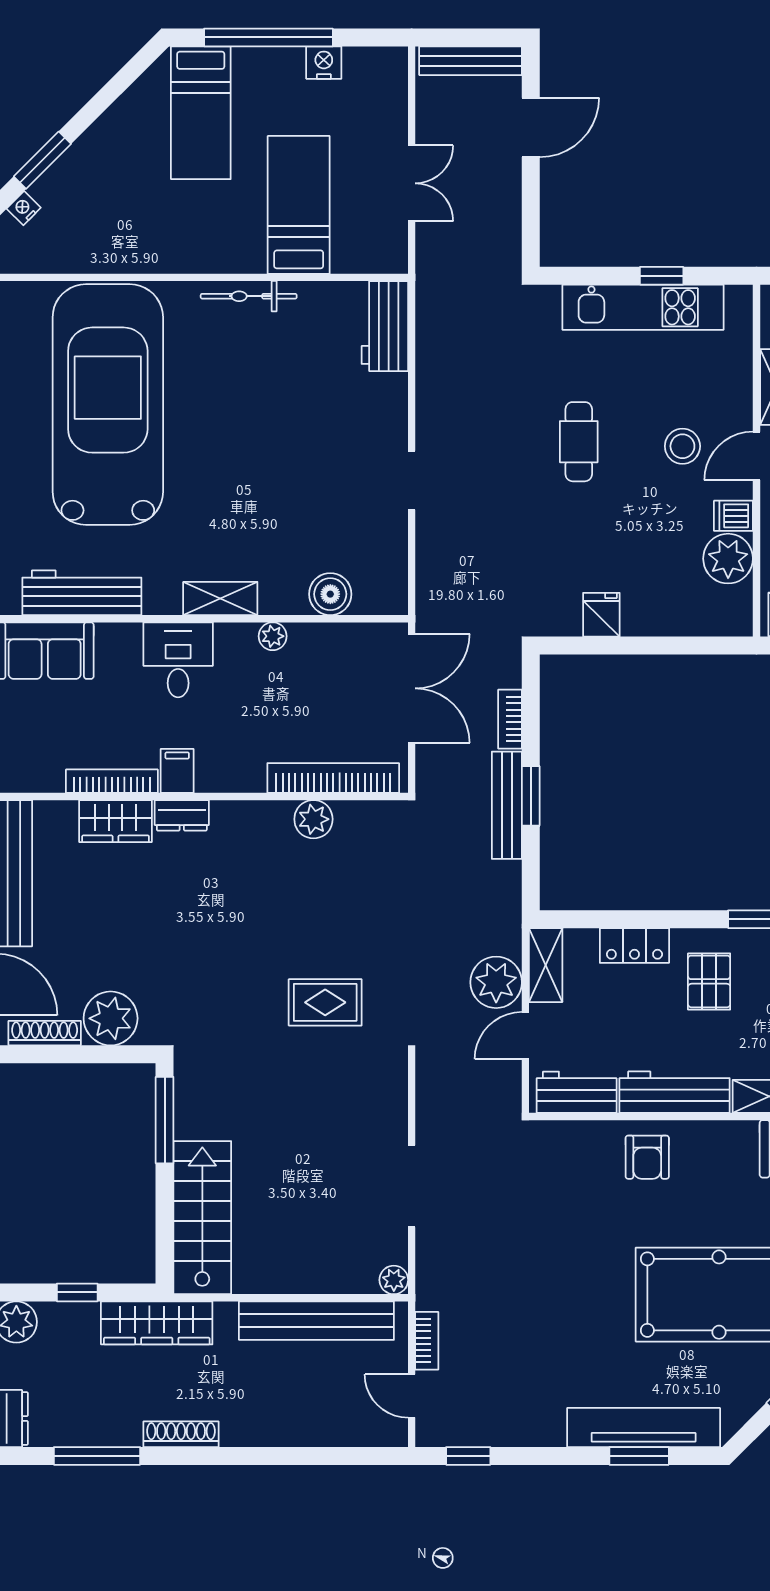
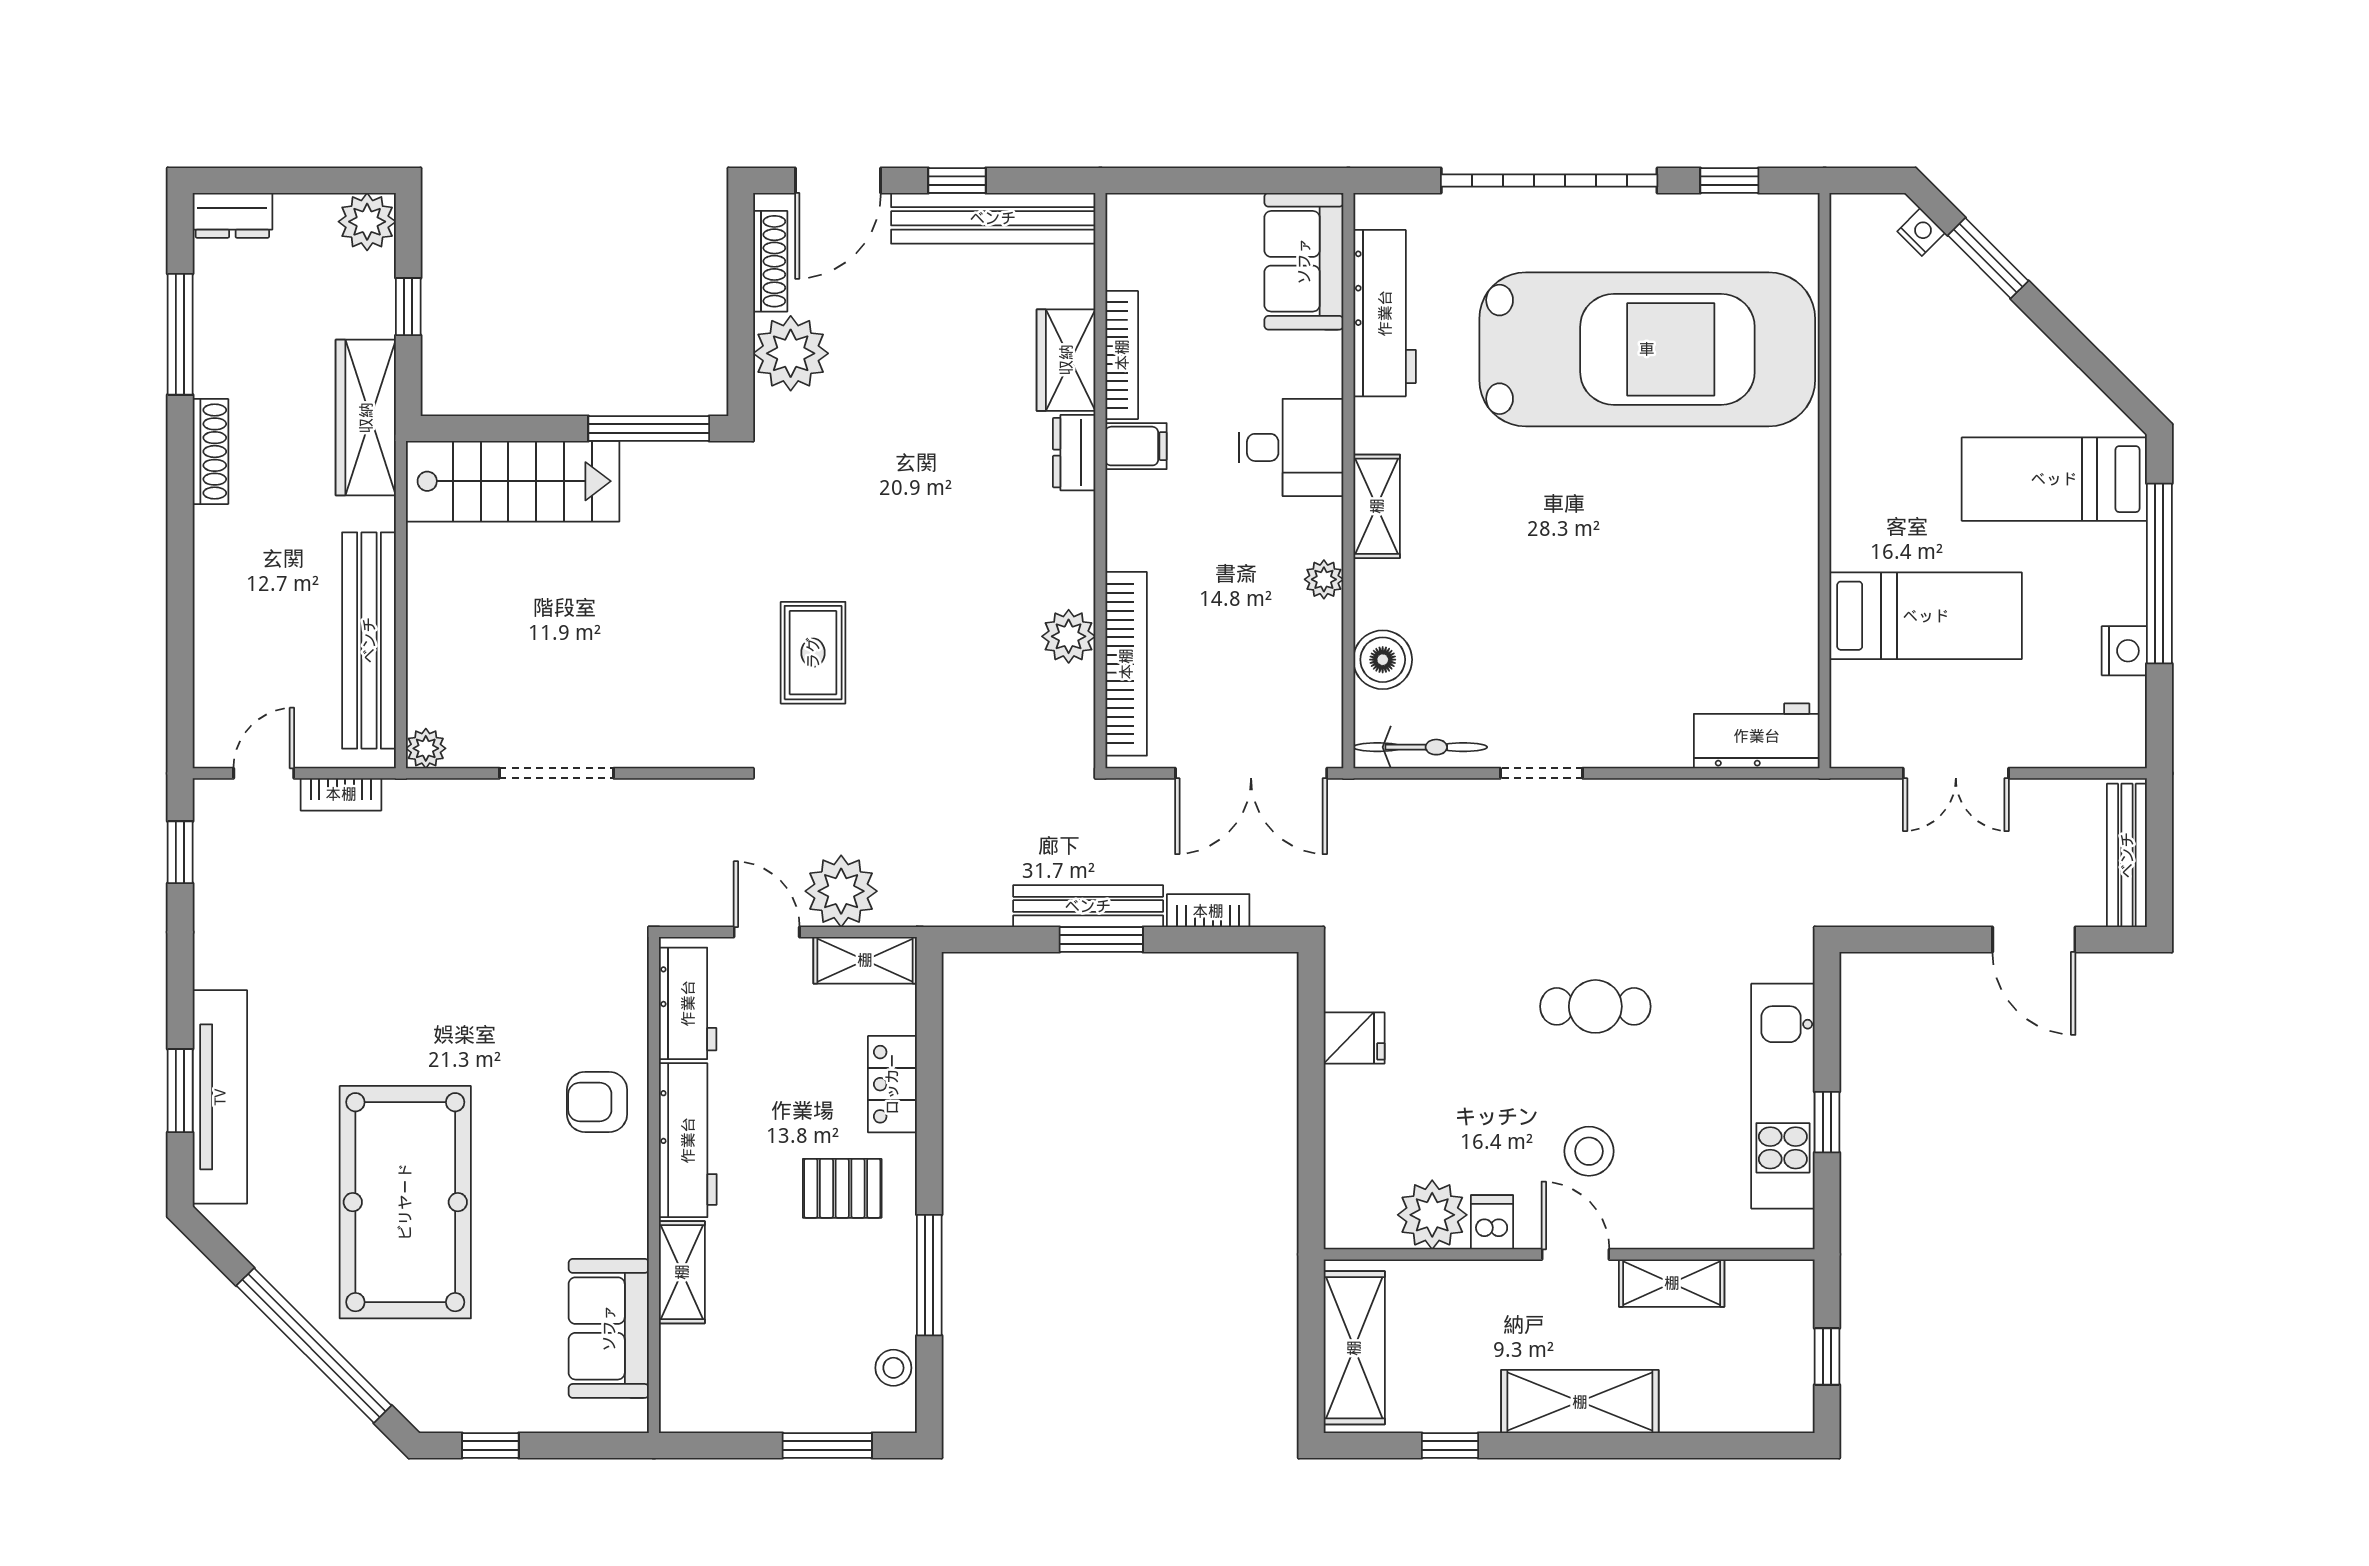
bicycle: (249, 296) -> (1420, 747), moved, turned 90

